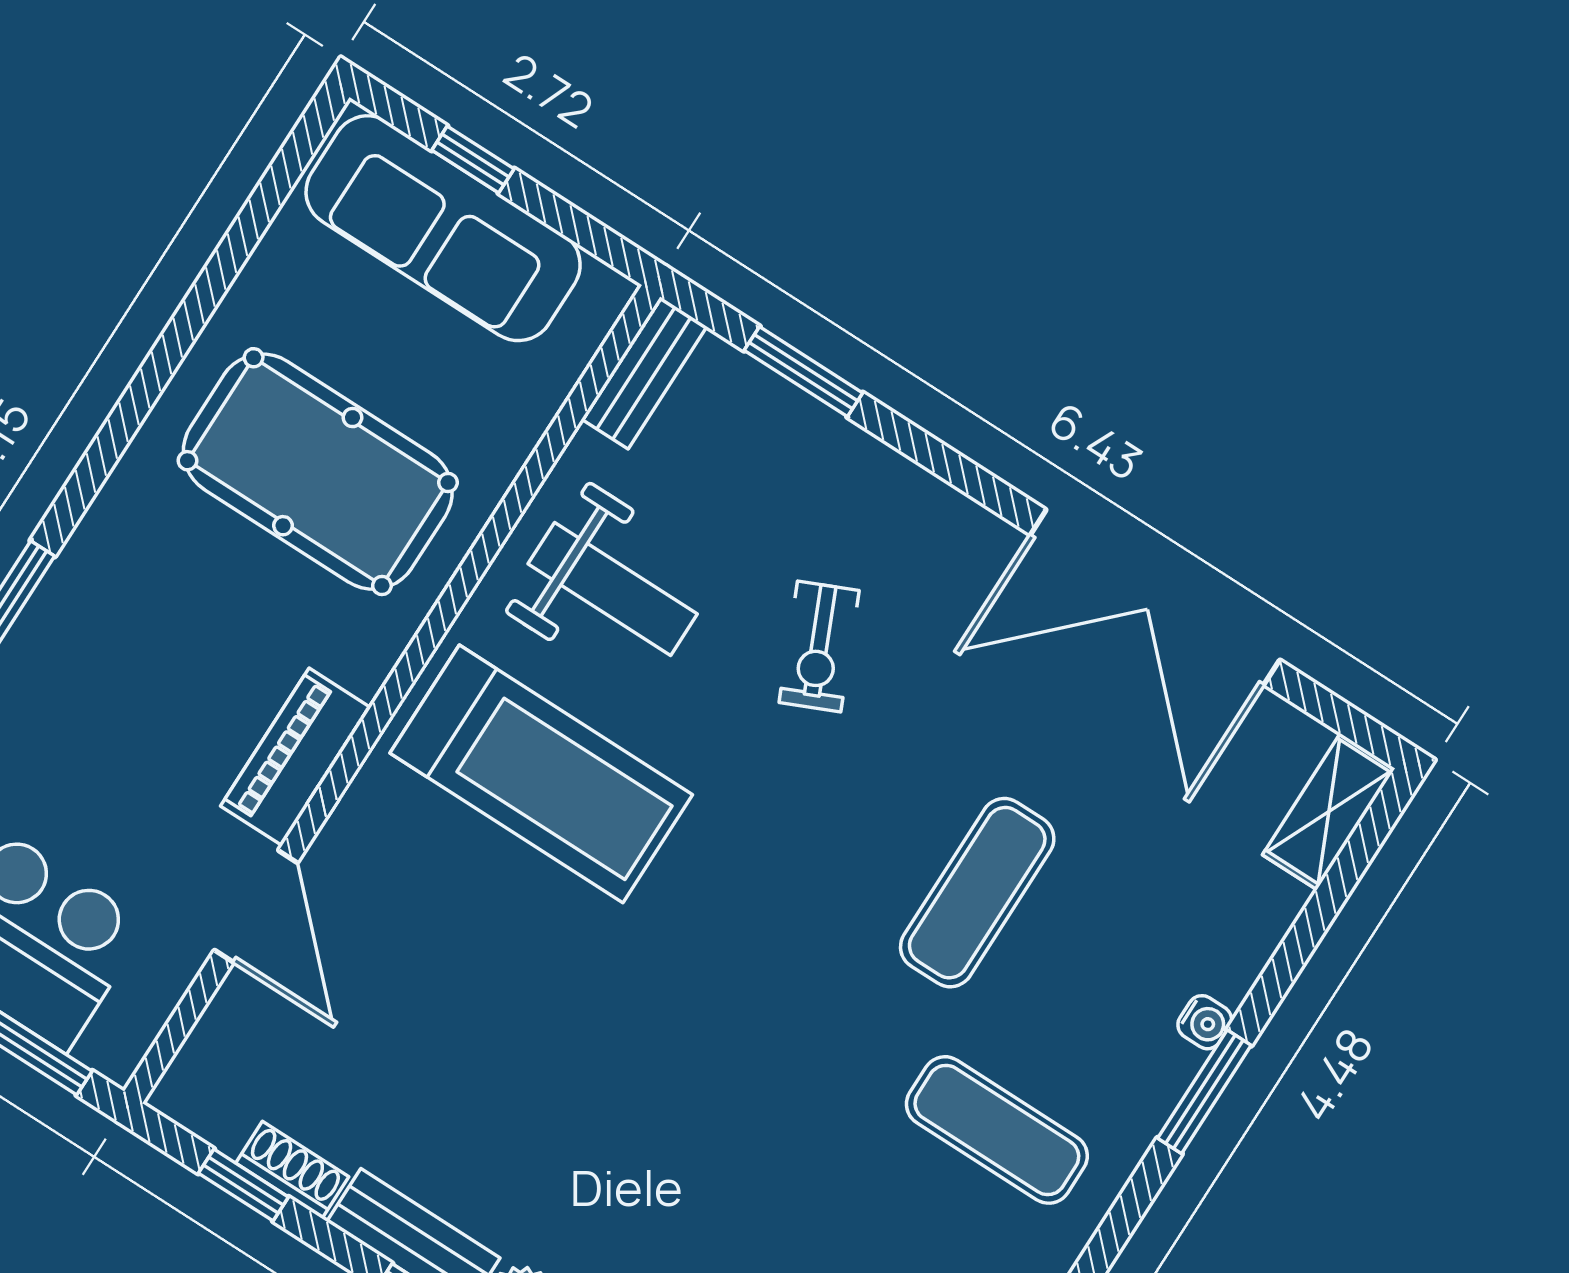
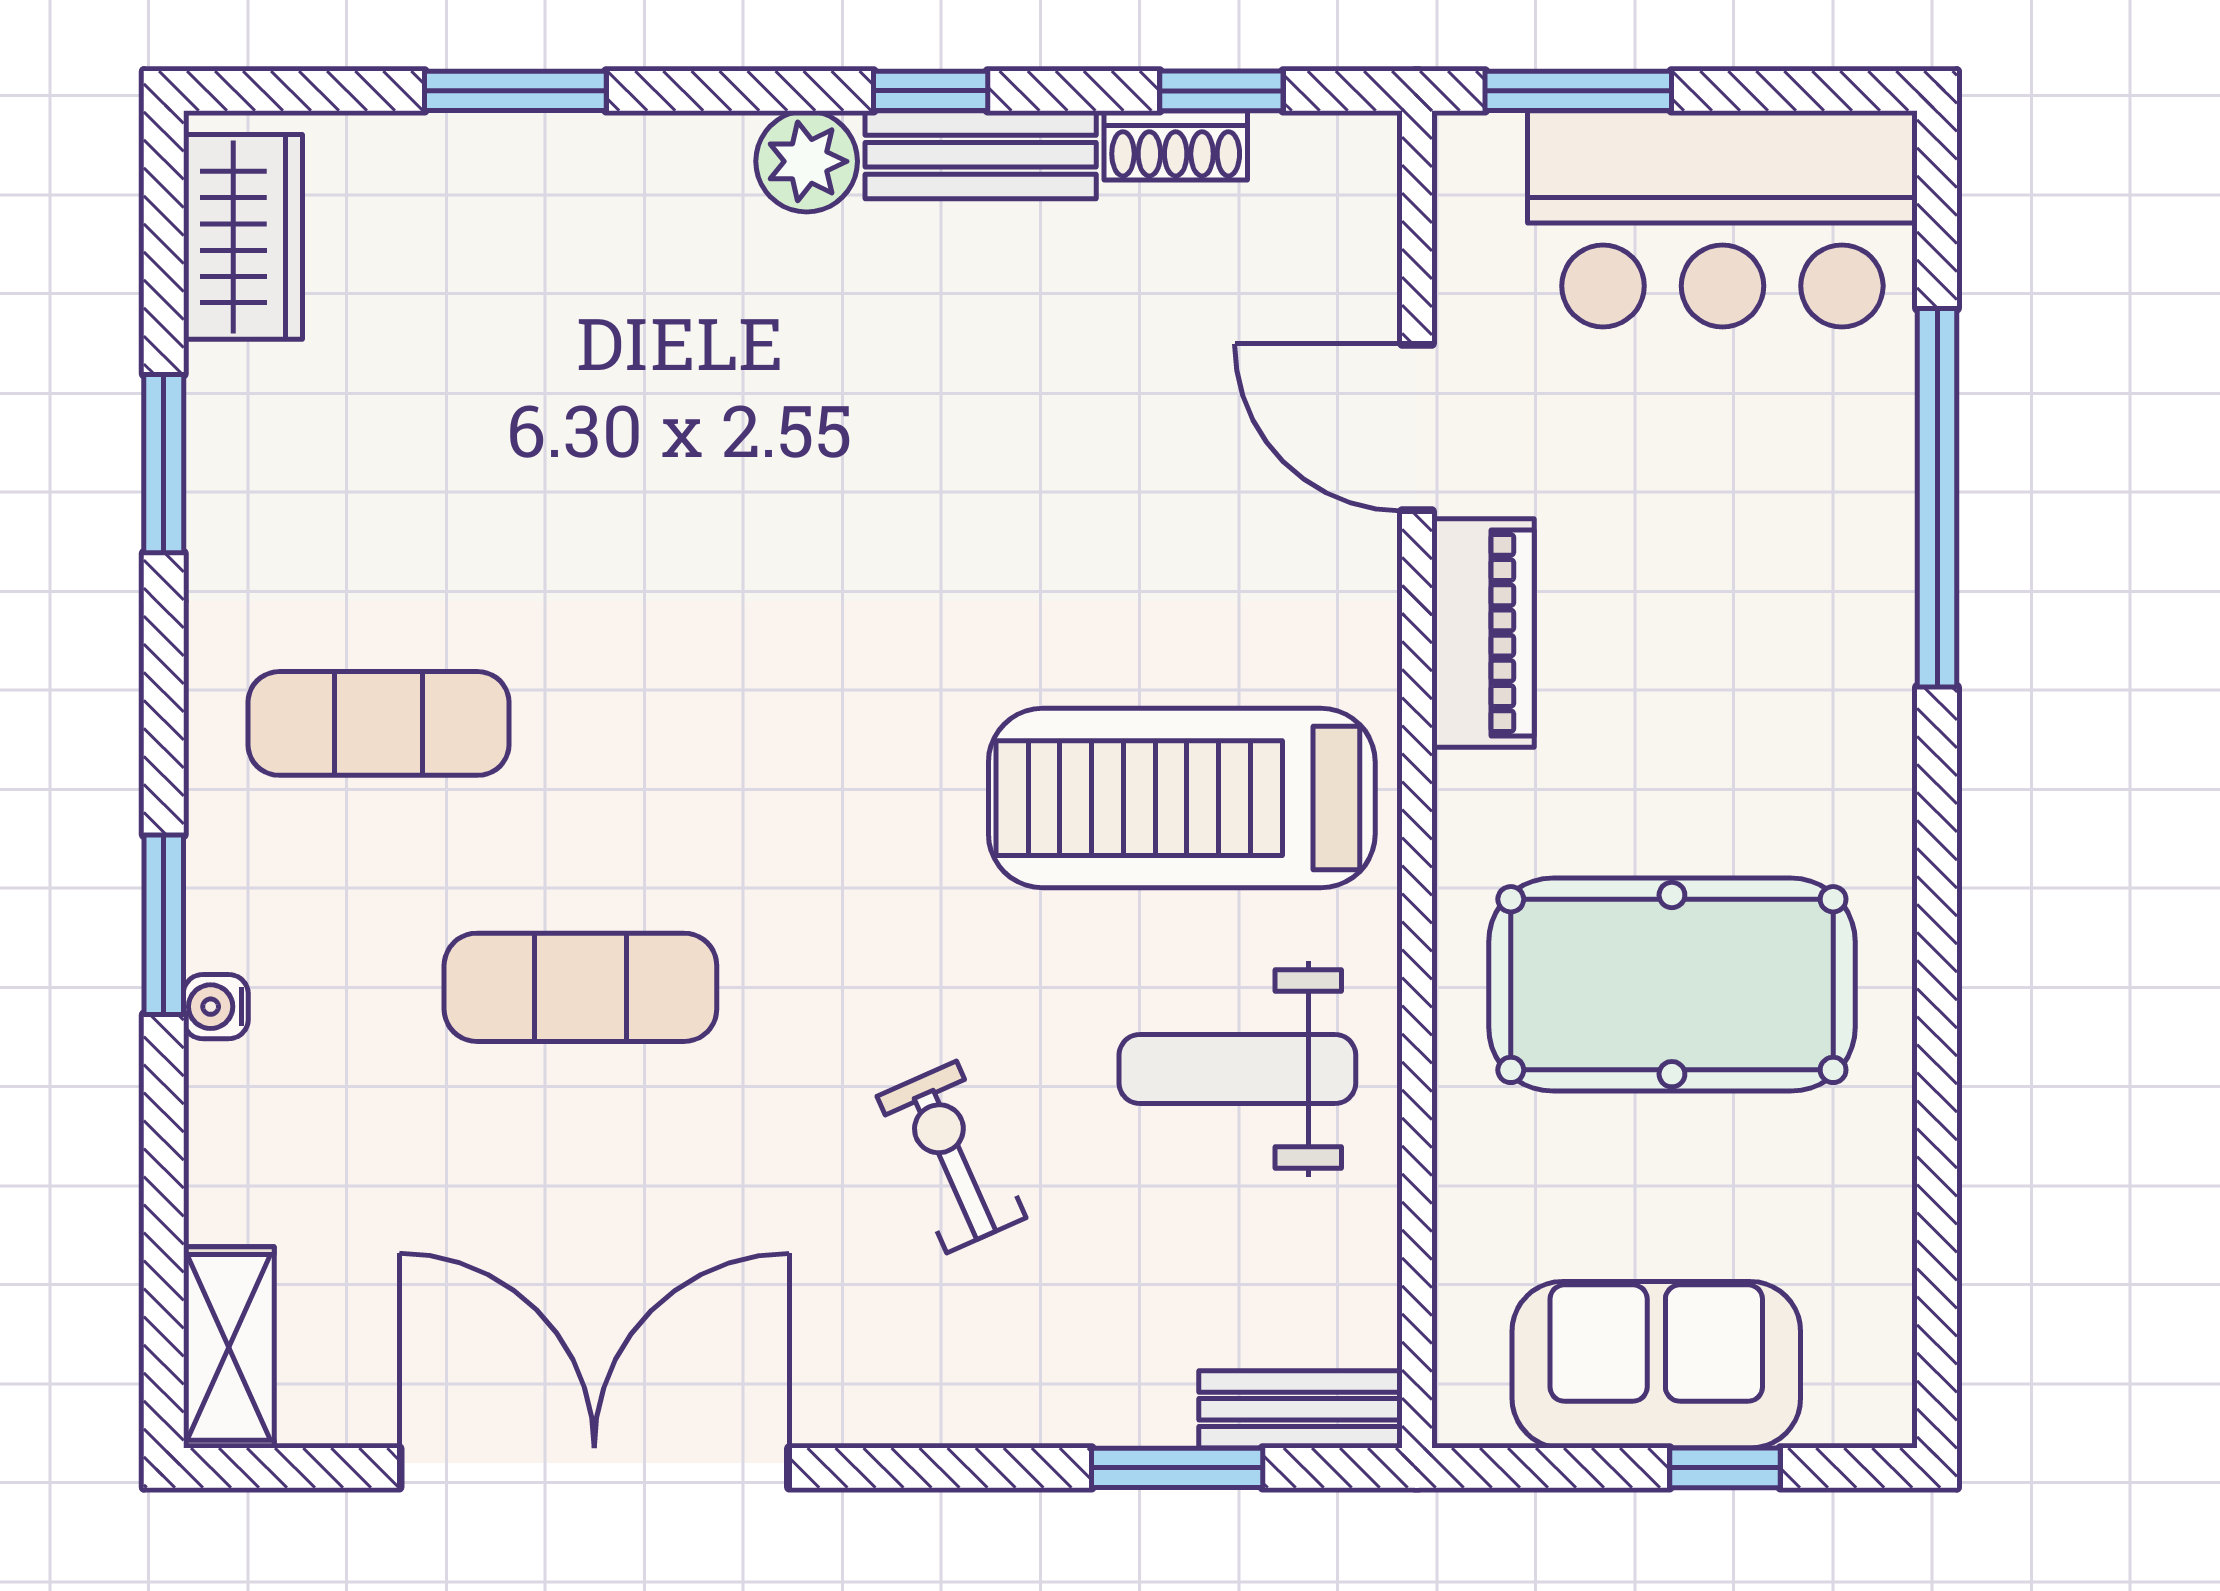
sofa: (443, 228) -> (1656, 1365), width x0.73
bench: (644, 373) -> (1300, 1409), moved, turned 90
exercise mat: (977, 893) -> (580, 987), turned 90

